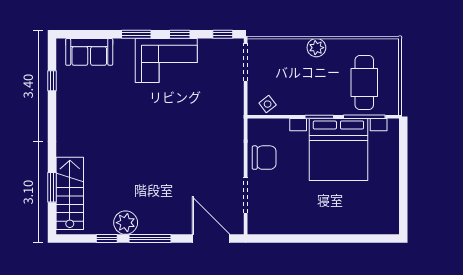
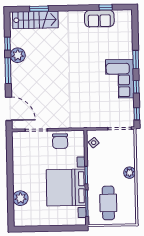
sofa: (89, 52) -> (99, 19), moved, turned -90
cafe table: (364, 83) -> (108, 203), turned 90
plant: (354, 223) -> (20, 198), added
door: (211, 239) -> (9, 109), hinge flipped

